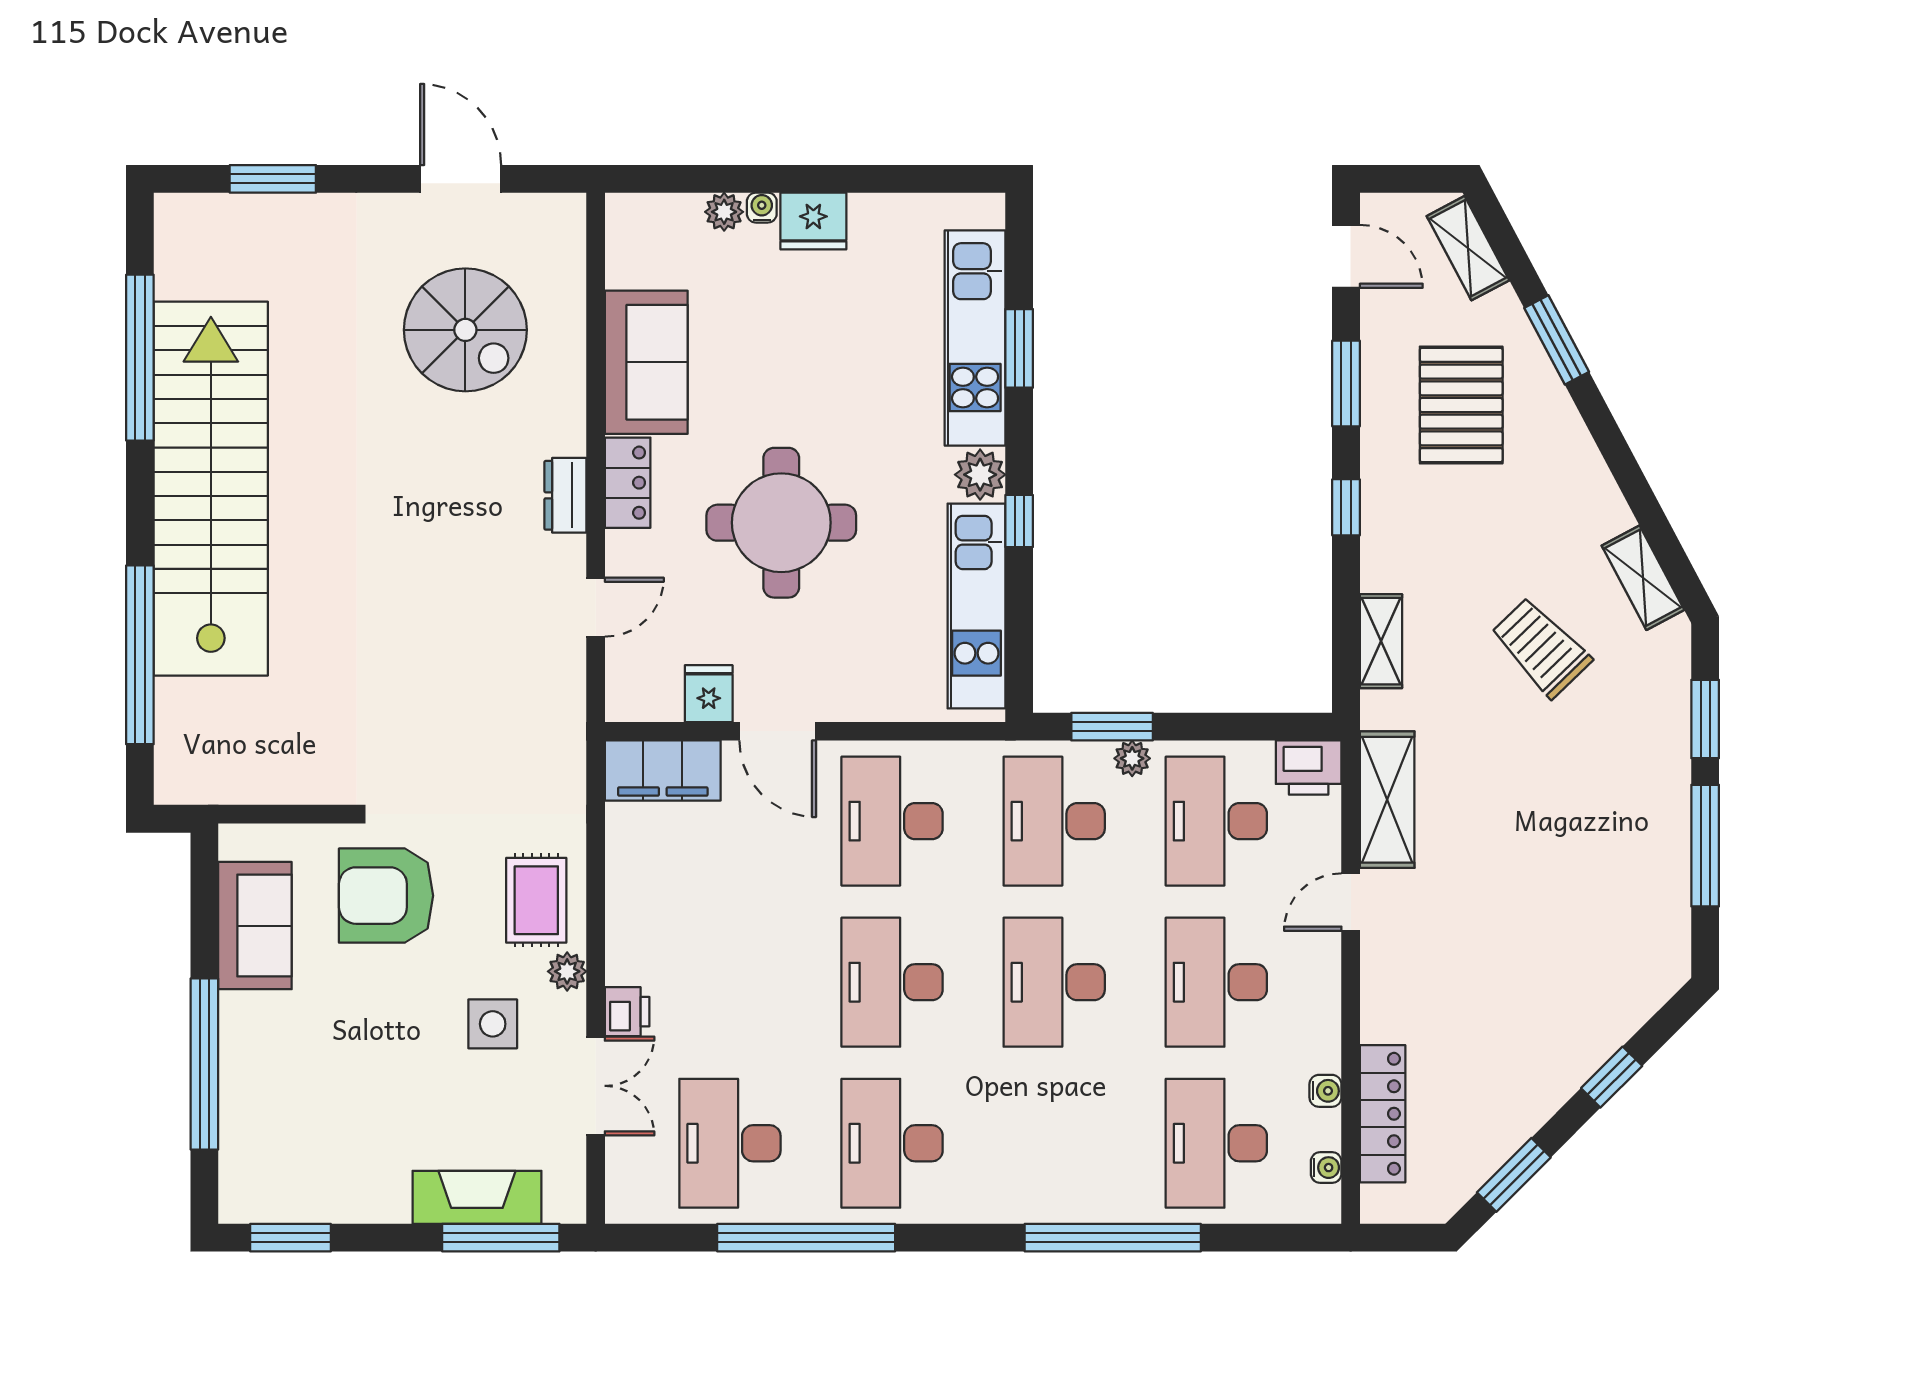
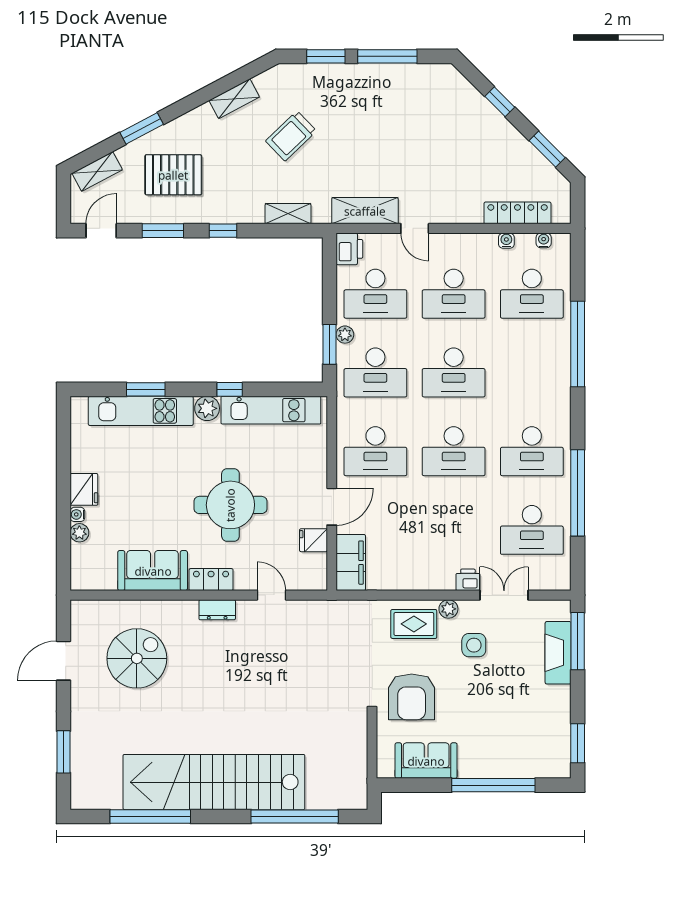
shelving: (1643, 578) -> (234, 99), moved

